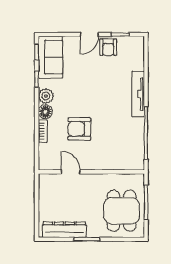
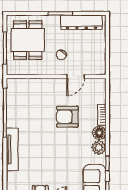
armchair: (79, 129) -> (67, 117), turned 180
door: (71, 172) -> (76, 76), hinge flipped
chair: (86, 195) -> (61, 55), added

